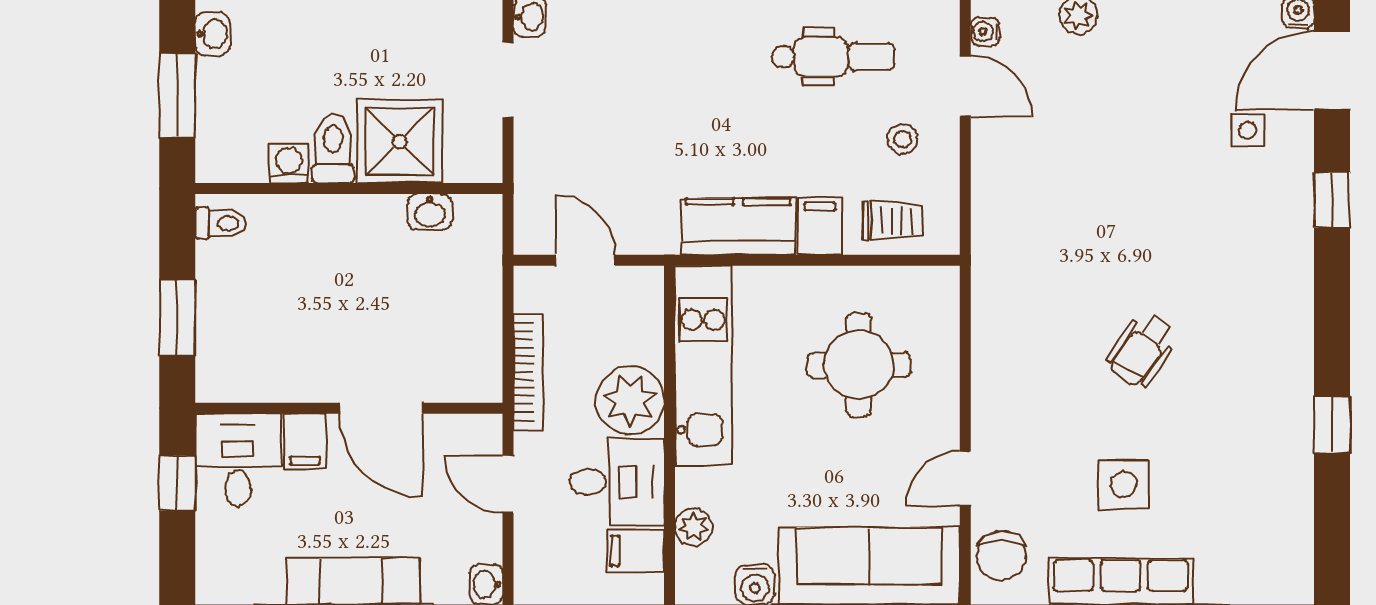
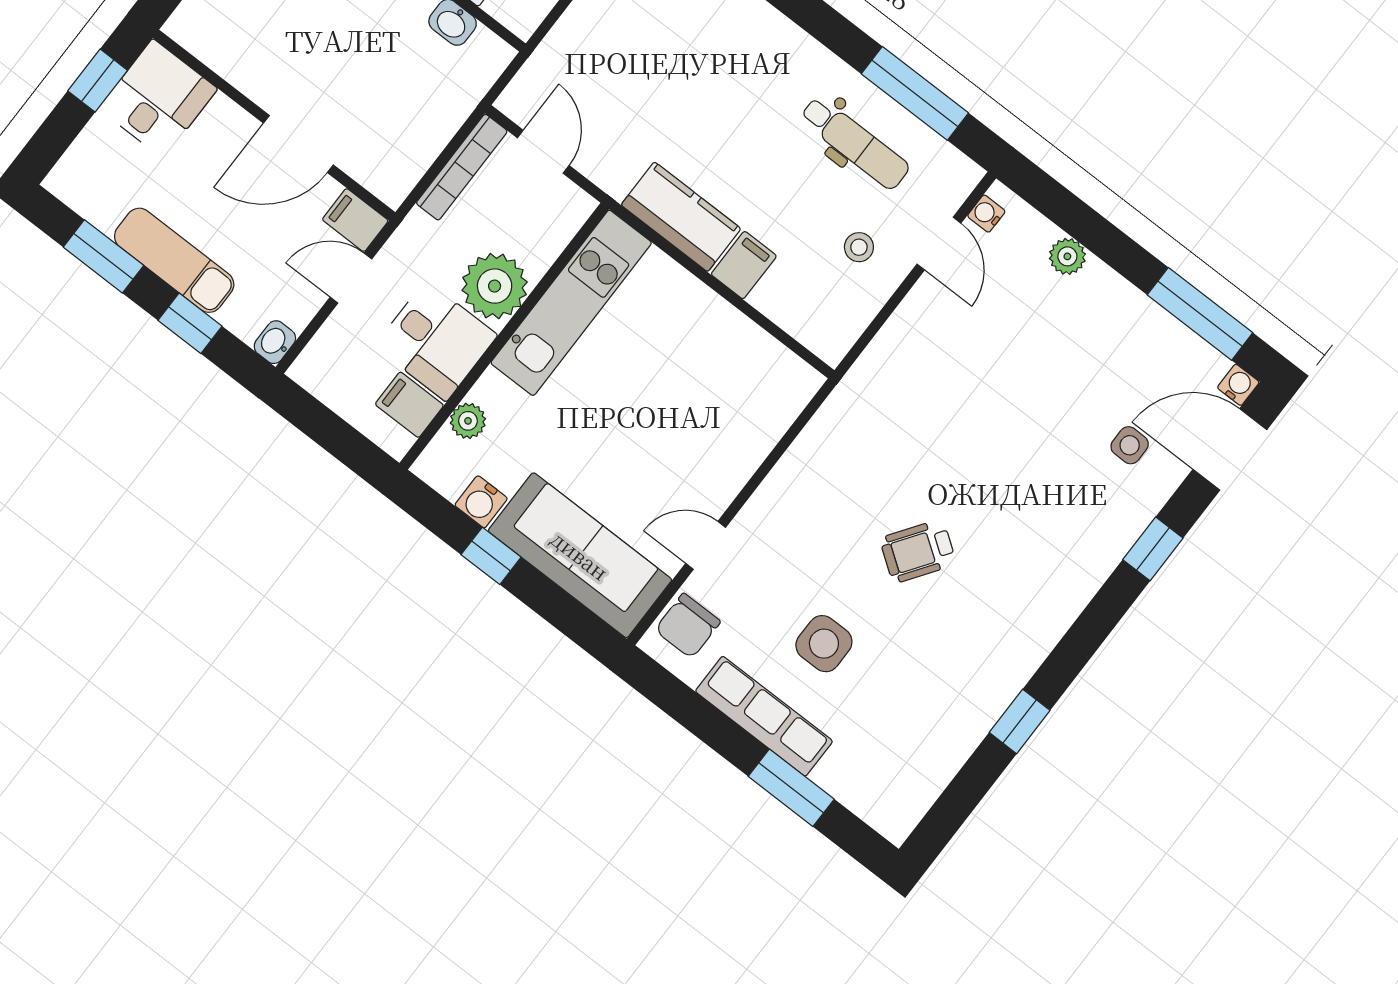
trolley: (893, 221) -> (803, 304), removed
round table: (859, 365) -> (691, 395), removed
bookcase: (528, 372) -> (462, 167), moved
door: (381, 408) -> (298, 144), hinge flipped
filing cabinet: (305, 441) -> (355, 220), moved, turned 90
door: (508, 484) -> (351, 278), hinge flipped

